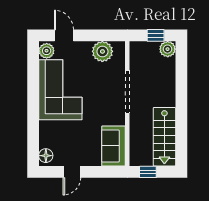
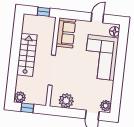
corner sofa: (60, 90) -> (101, 57), moved
stairs: (164, 137) -> (27, 55), moved

